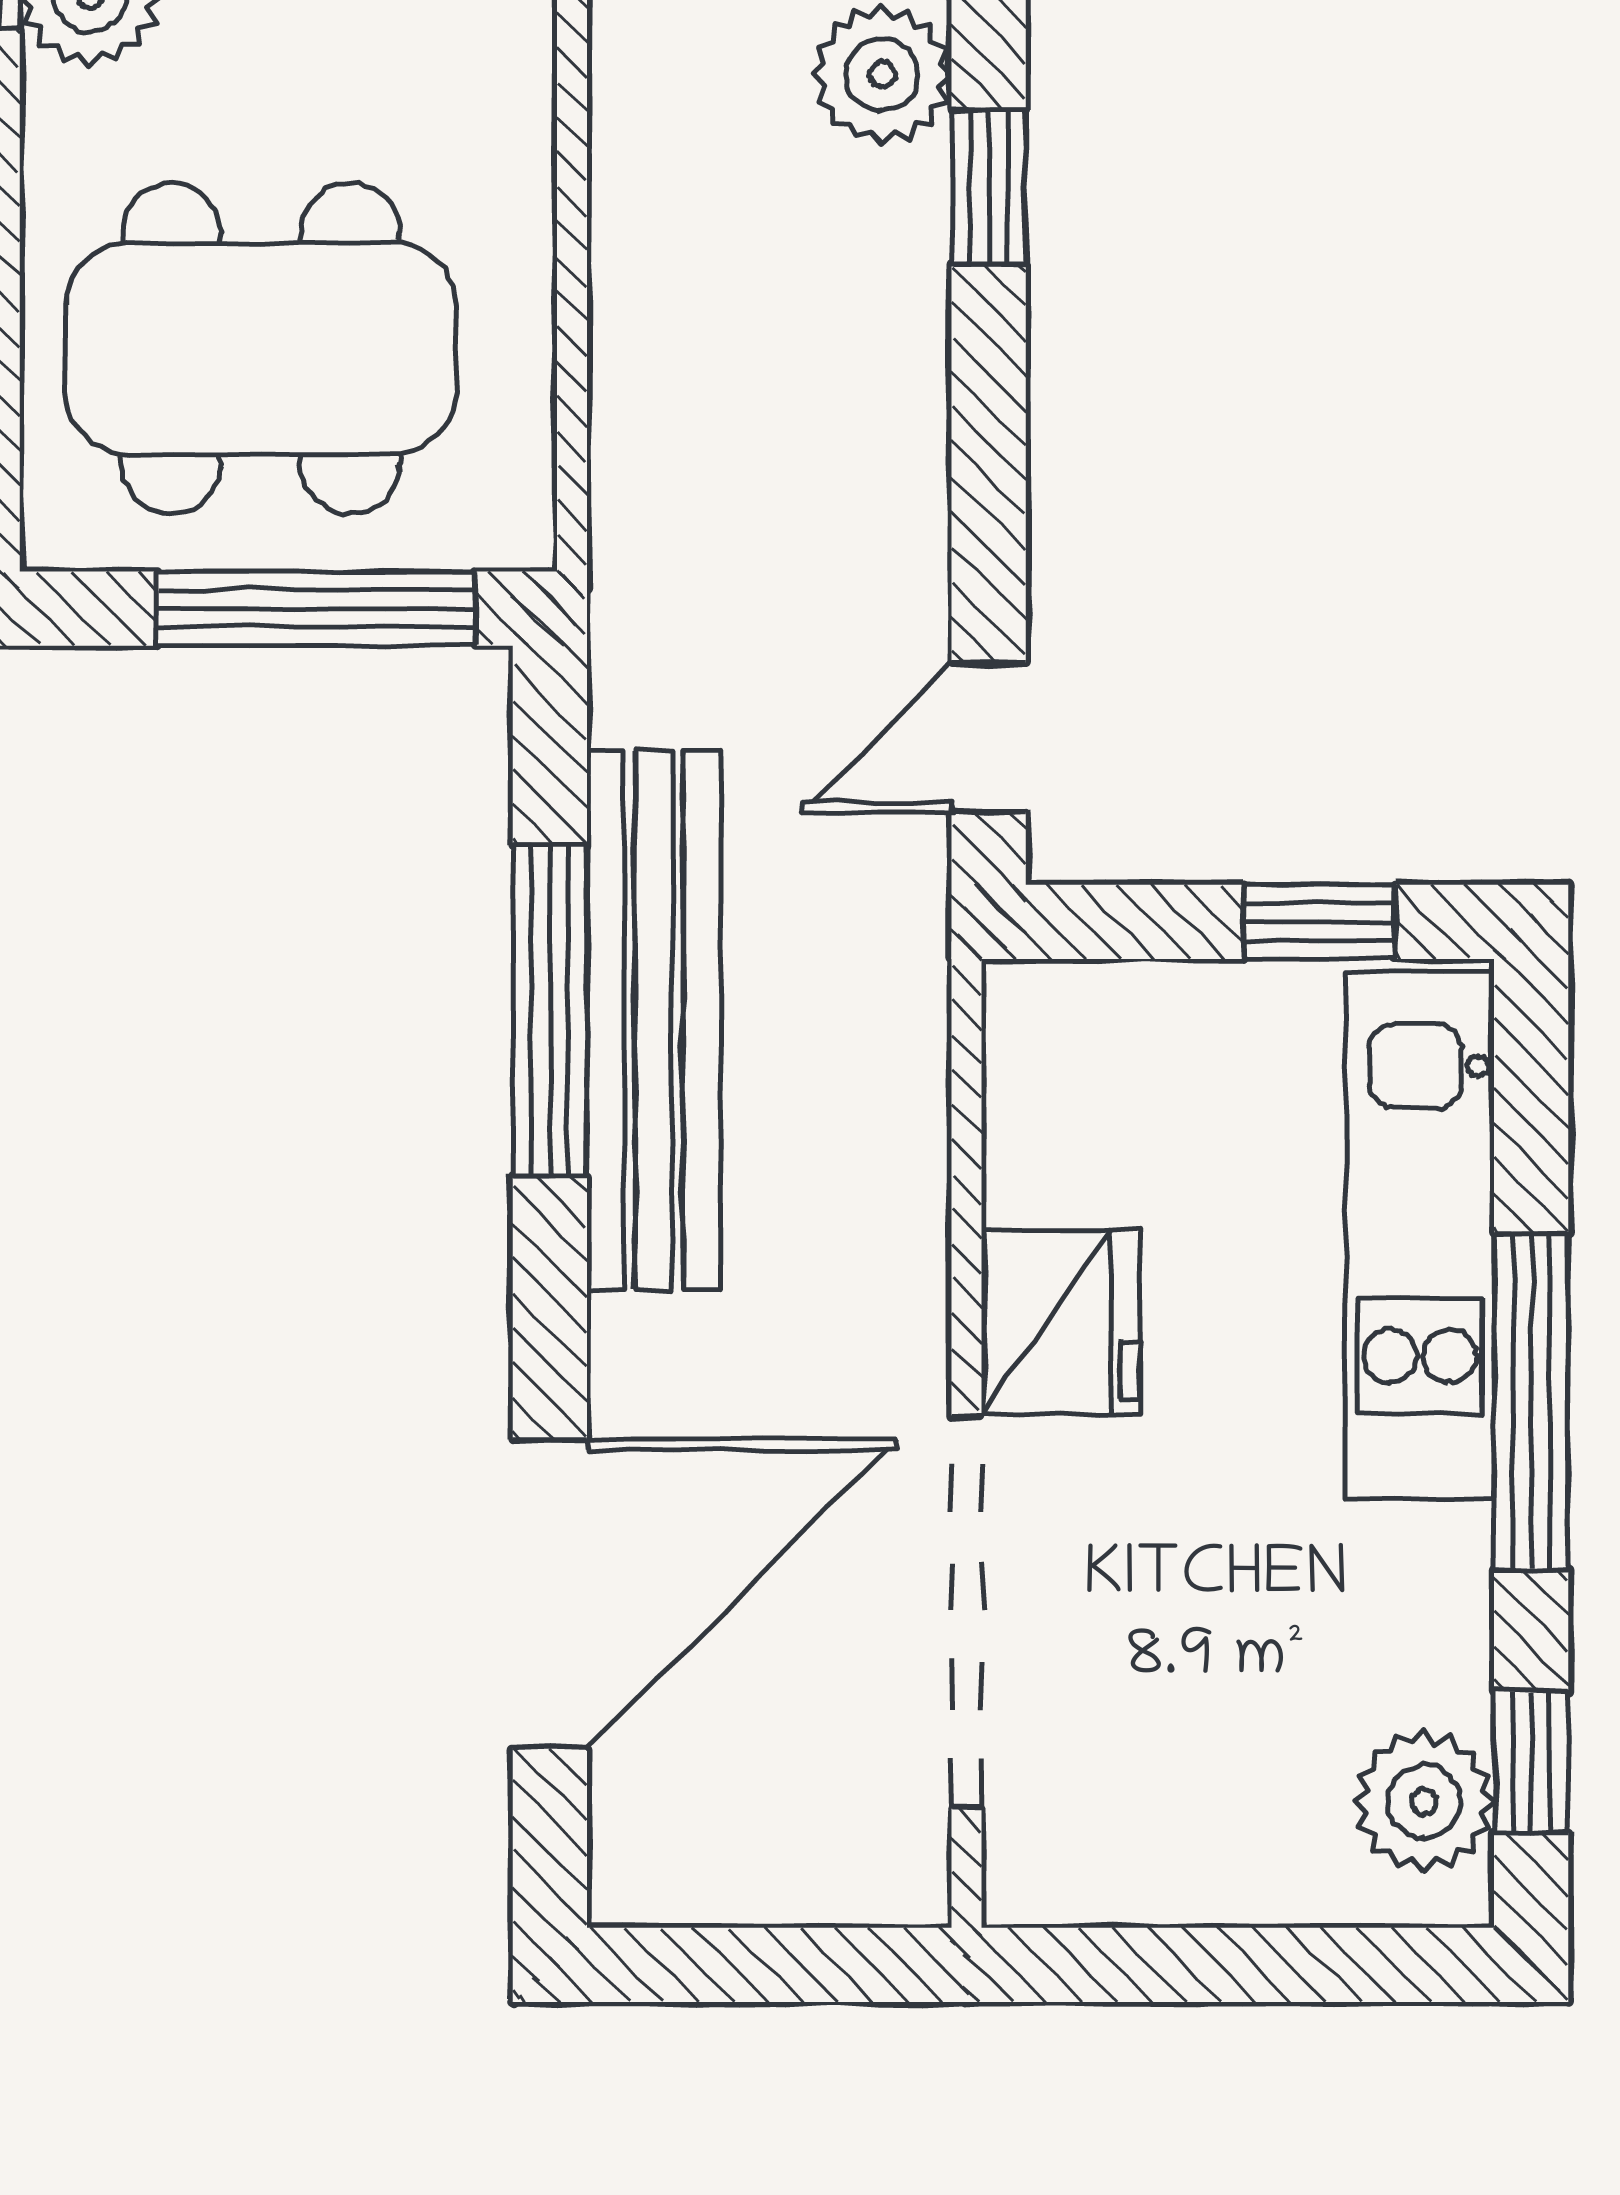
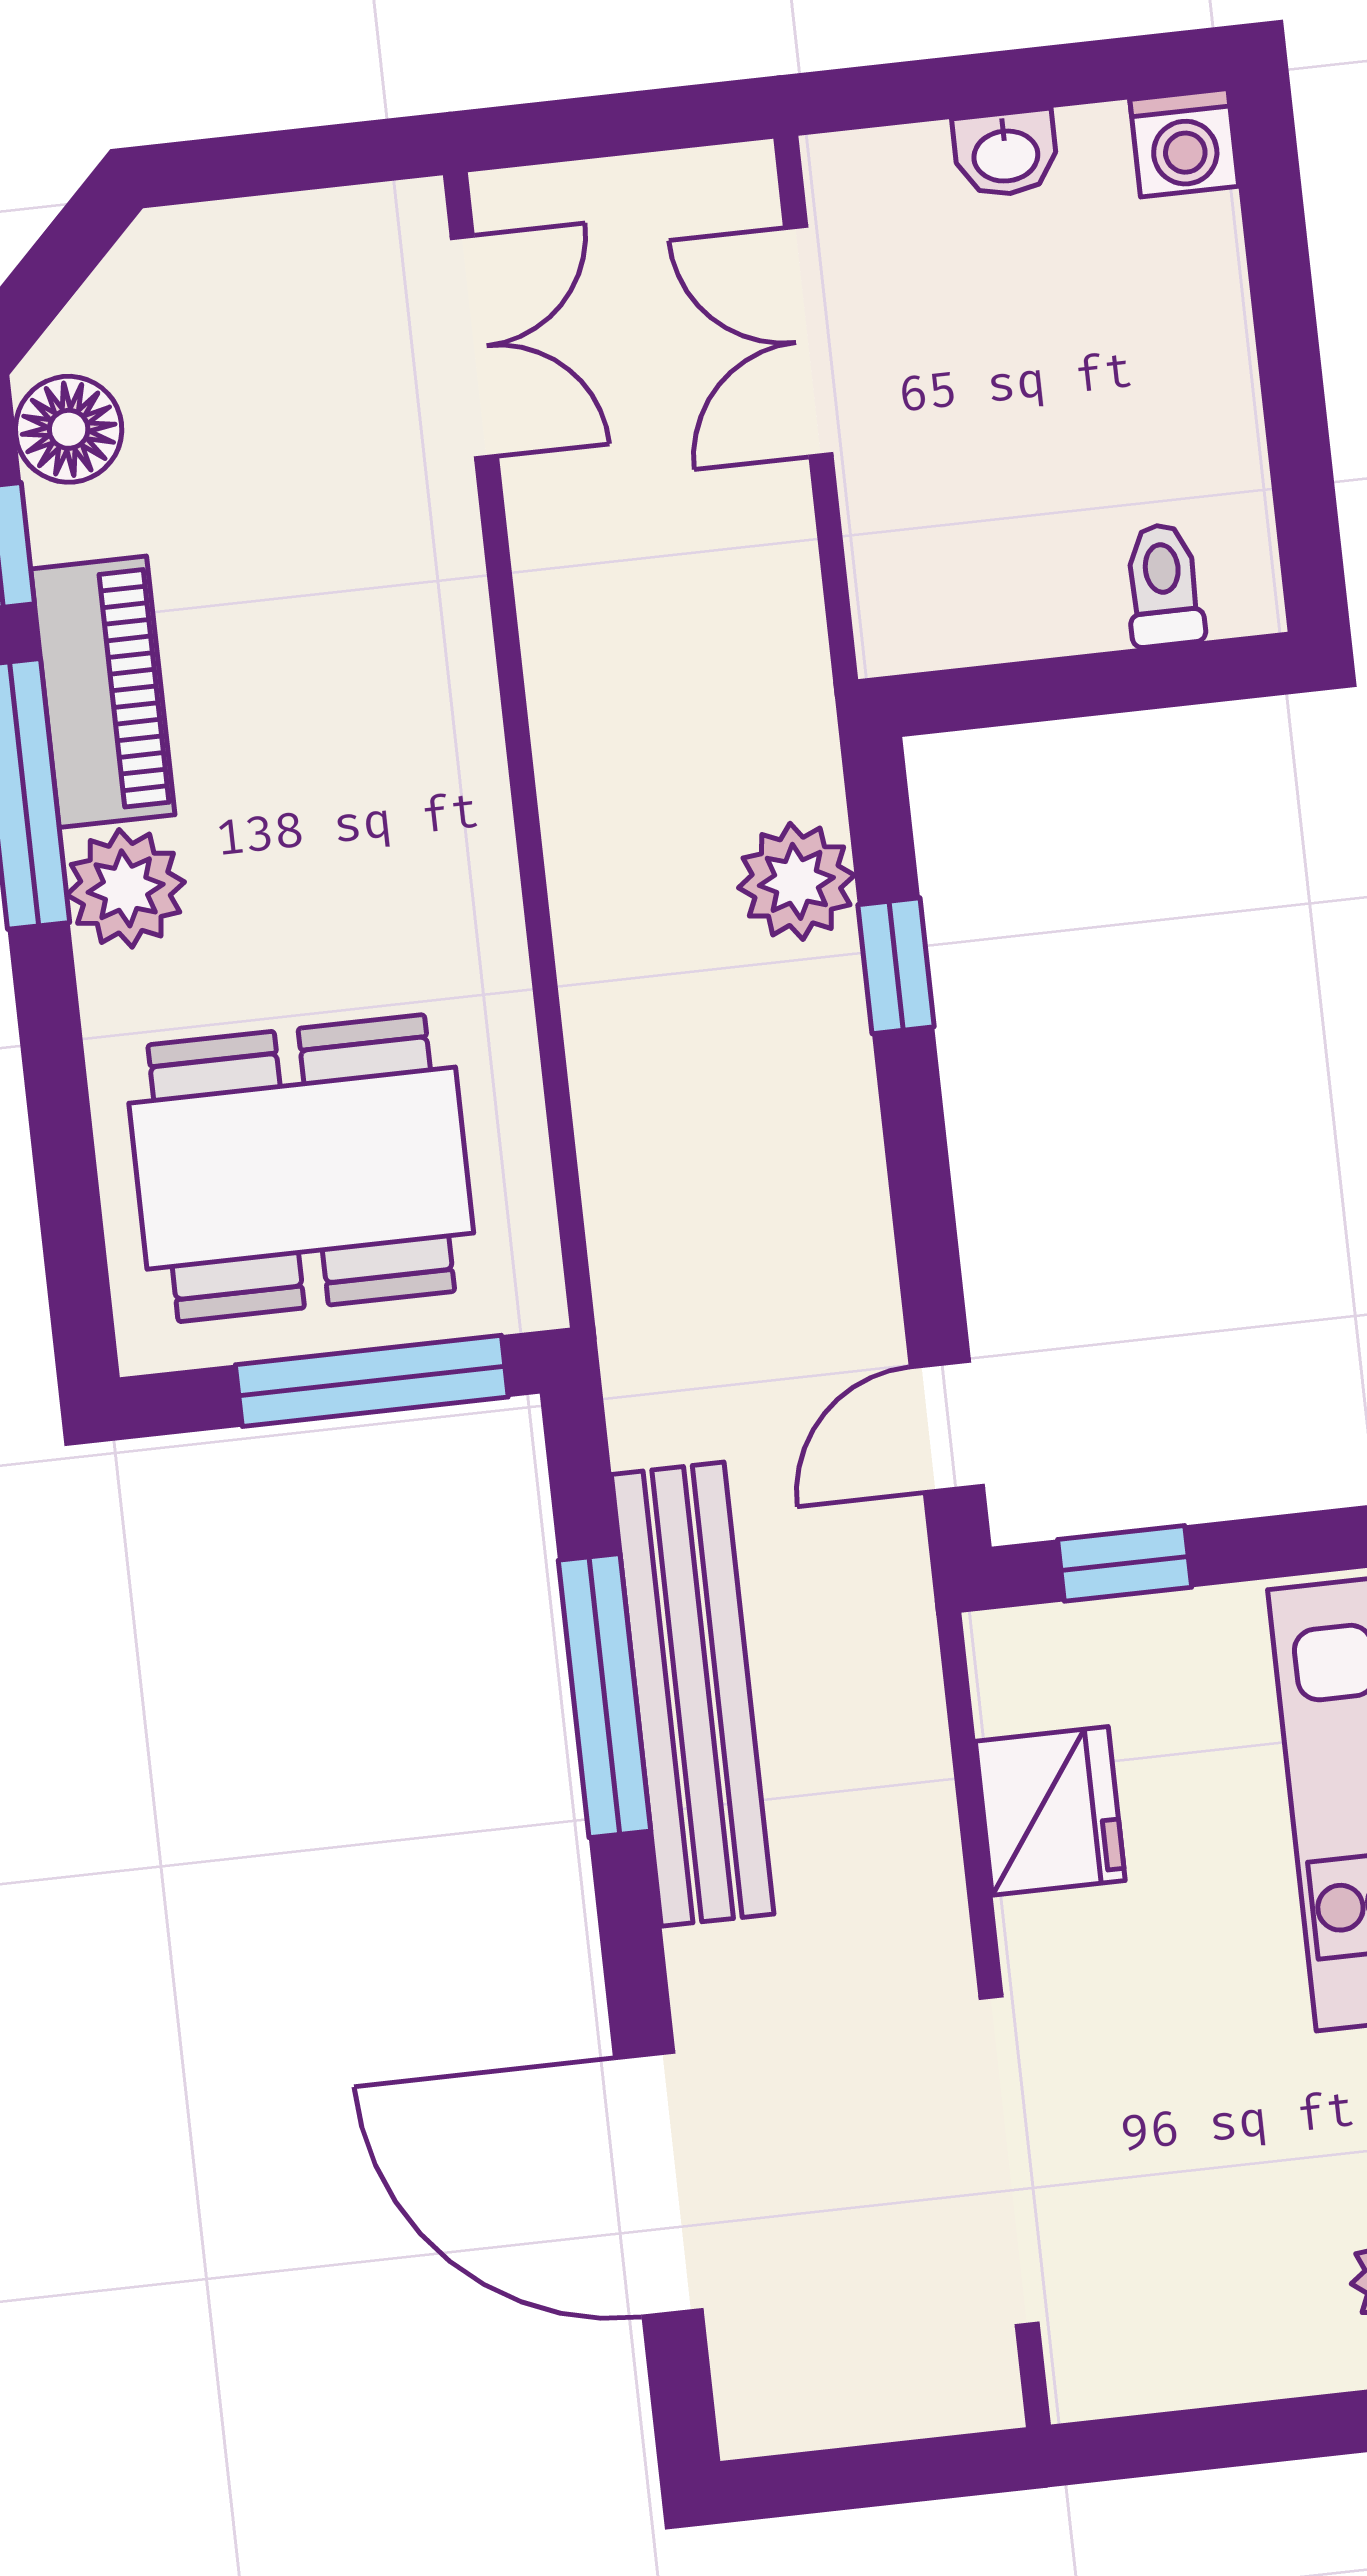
window: (1319, 922) -> (1125, 1563), moved
fridge: (1061, 1322) -> (1050, 1811), moved
door: (550, 1594) -> (658, 2184), swing flipped

